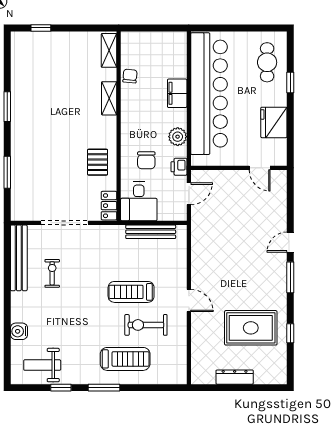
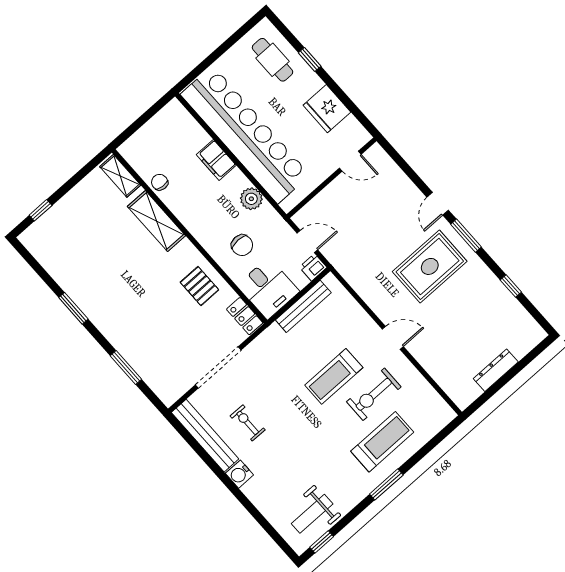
shelving: (109, 98) -> (156, 221), width x1.50, depth x1.33
printer: (179, 167) -> (313, 267), moved, turned 90
door: (189, 194) -> (307, 241), hinge flipped
rug: (251, 328) -> (430, 266), moved
water cooler: (19, 331) -> (239, 474), moved
window: (61, 388) -> (322, 542), moved

